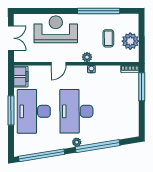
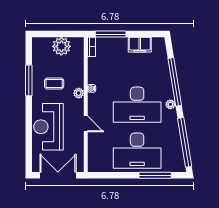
window: (99, 11) -> (29, 80), width x0.68
double door: (11, 38) -> (58, 175), width x1.37
coffee table: (108, 38) -> (54, 84), moved
filing cabinet: (21, 77) -> (140, 45), moved, turned 180
window: (11, 110) -> (155, 175), moved

